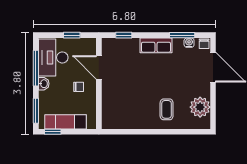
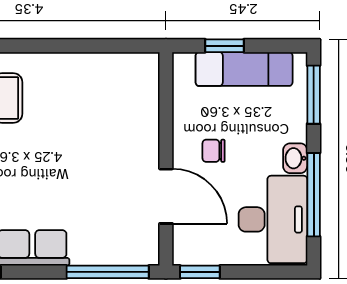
window: (72, 35) -> (200, 272), moved
window: (124, 35) -> (108, 272), width x2.17
window: (53, 132) -> (224, 46), moved

